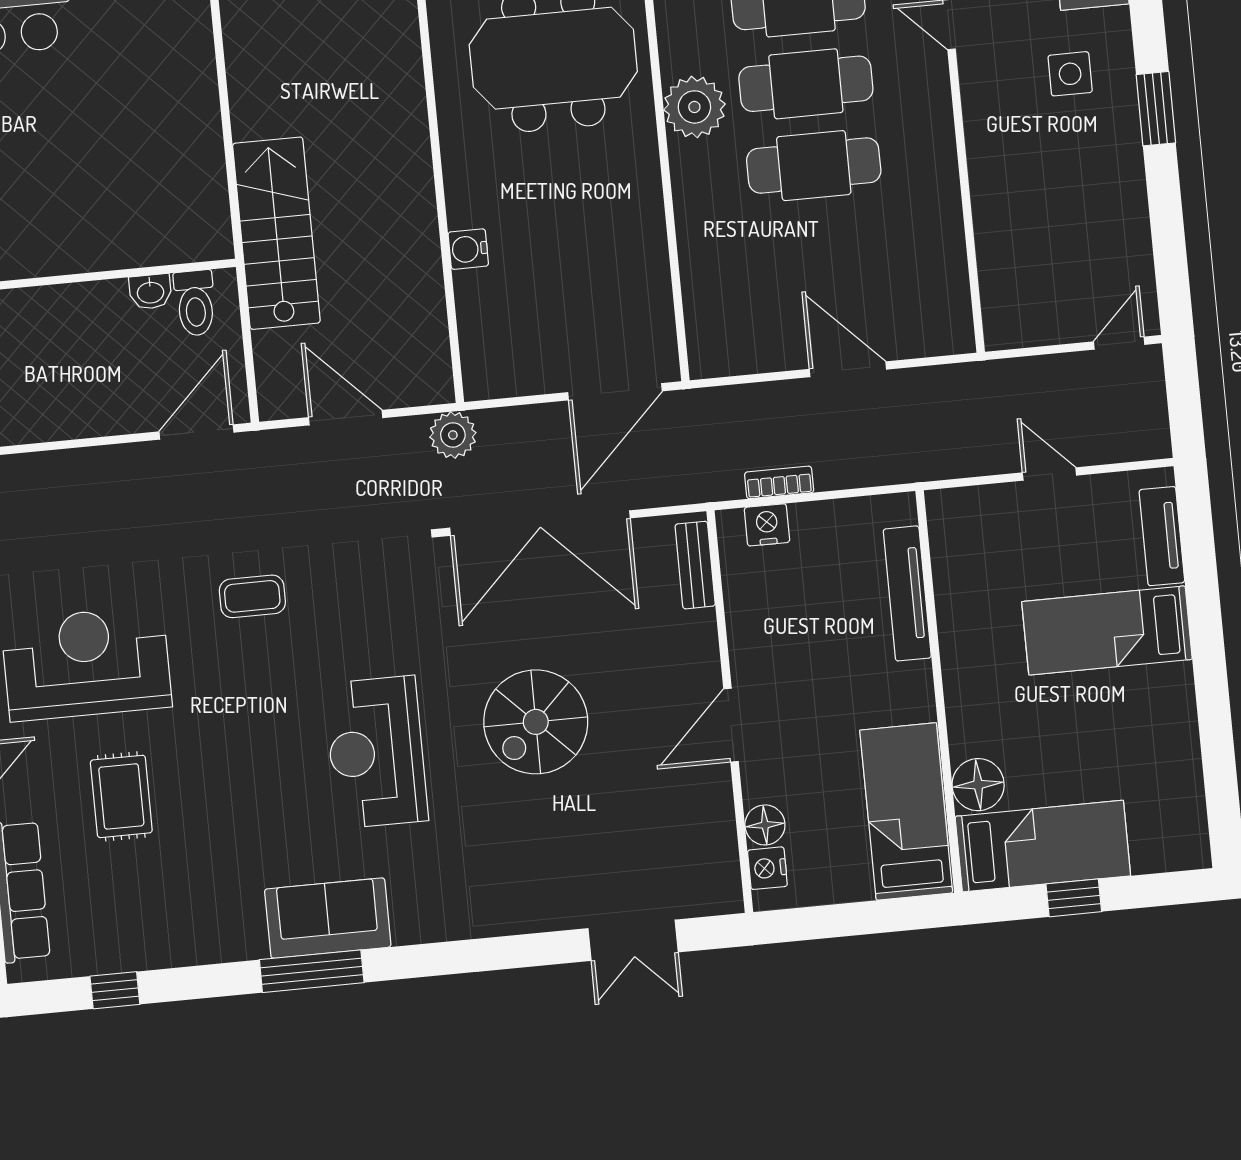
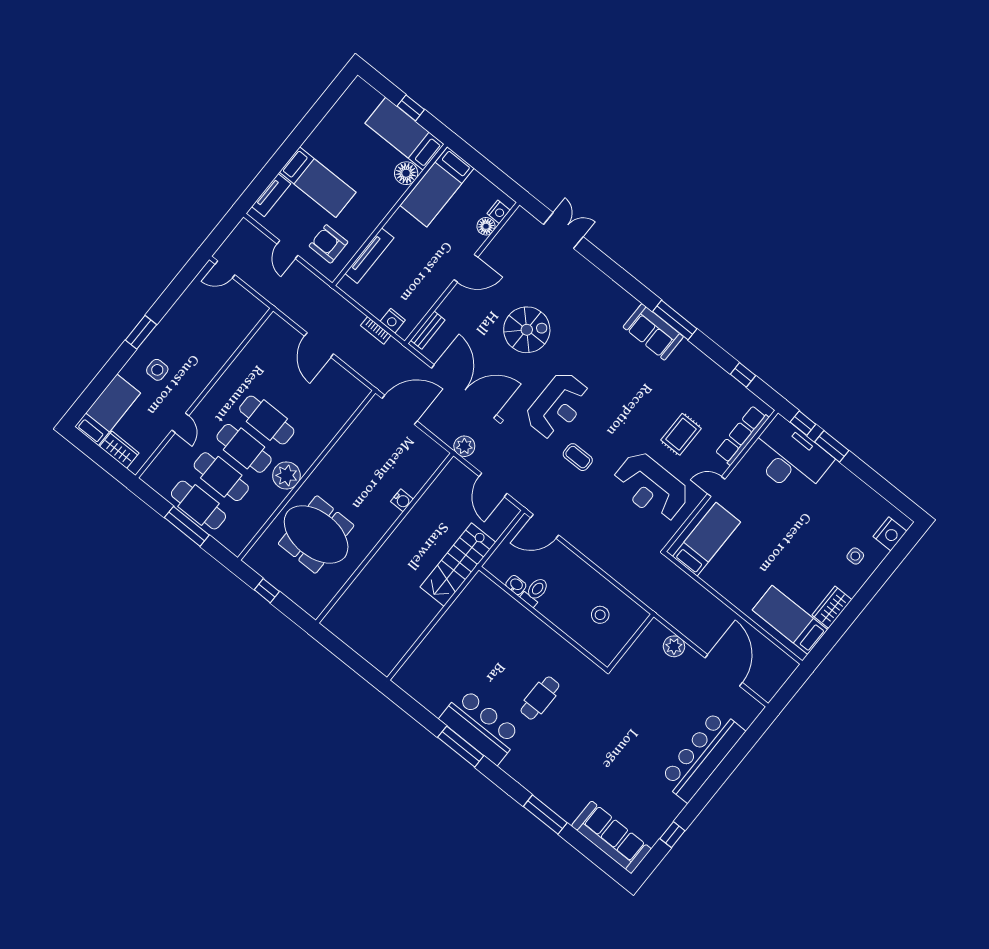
toilet: (195, 303) -> (535, 592), moved
armchair: (992, 548) -> (328, 244), added
reception desk: (376, 752) -> (558, 406), moved

